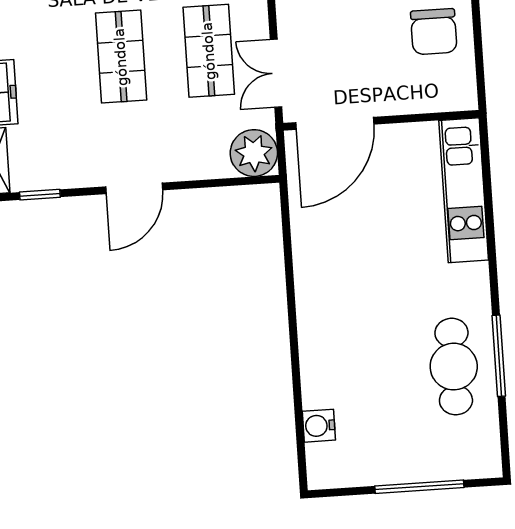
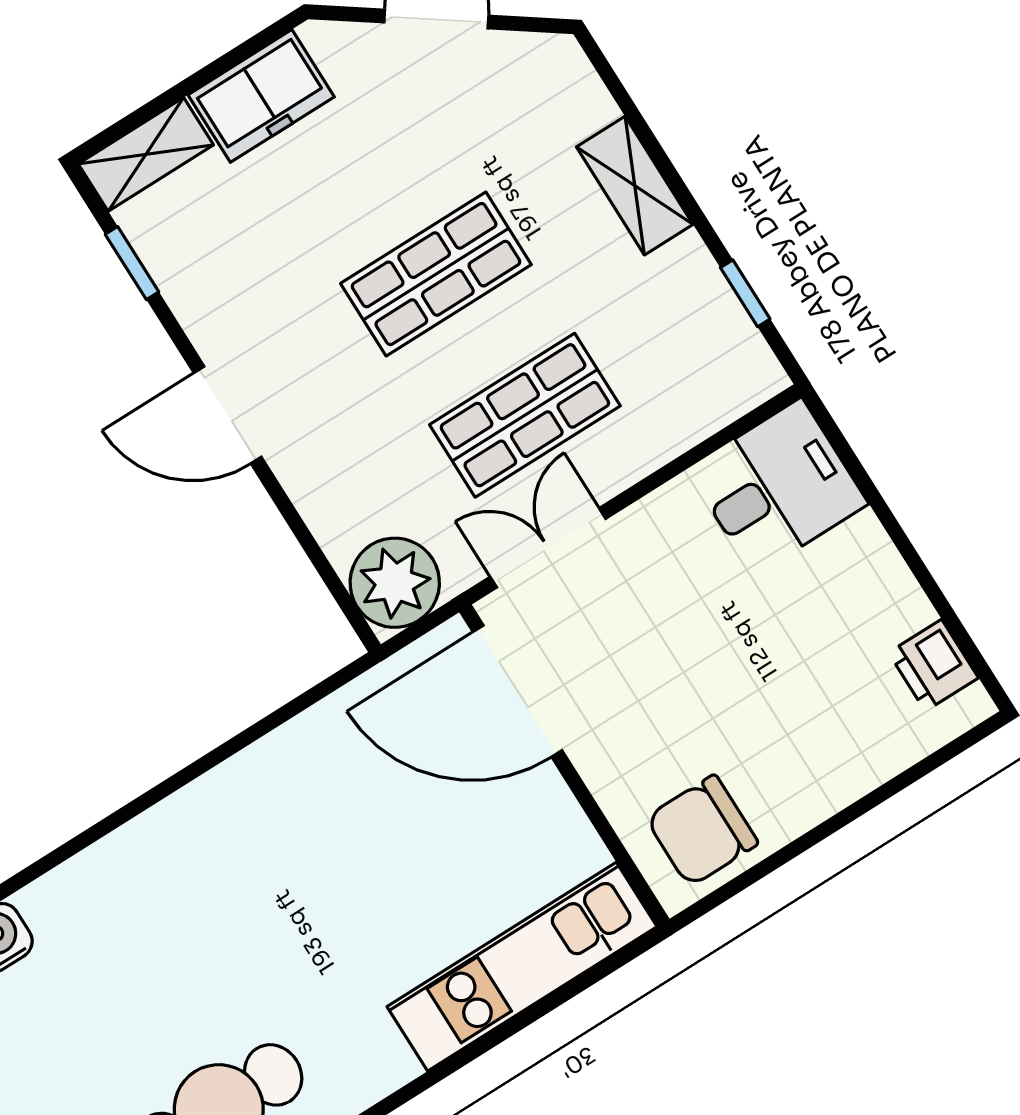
chair: (434, 32) -> (702, 831), moved

